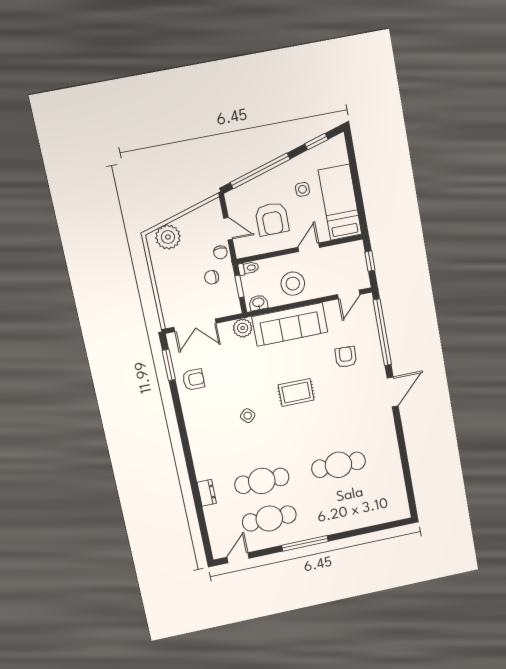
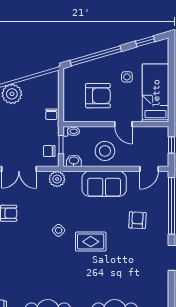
armchair: (272, 219) -> (98, 96), turned -90
door: (228, 229) -> (61, 97), removed
door: (309, 247) -> (123, 124), swing flipped
chair: (212, 277) -> (49, 151), moved
sofa: (290, 324) -> (104, 184), width x0.73
side table: (248, 416) -> (59, 230), moved

